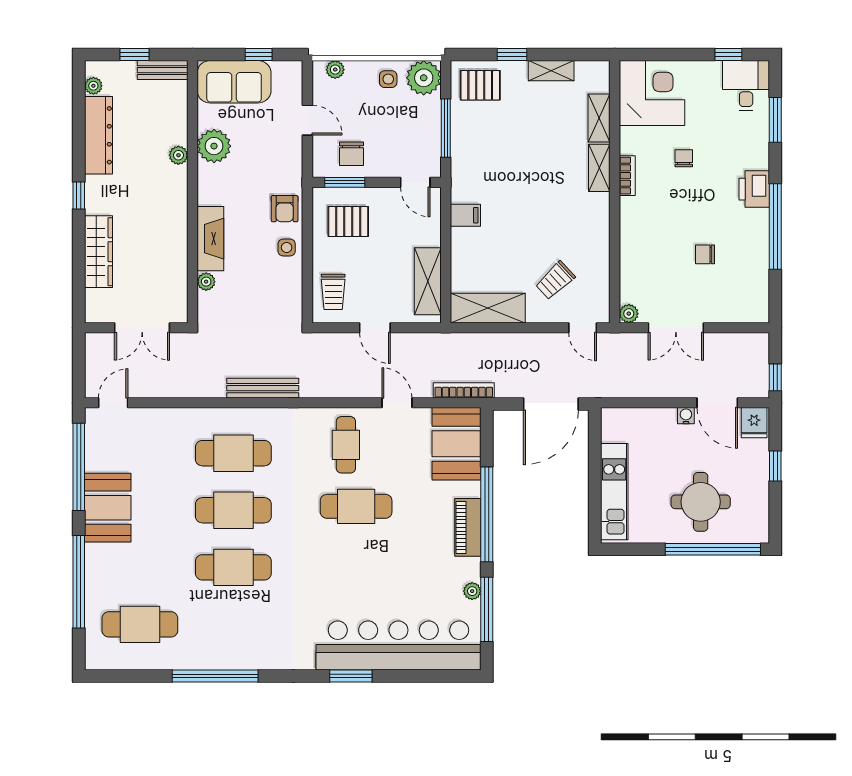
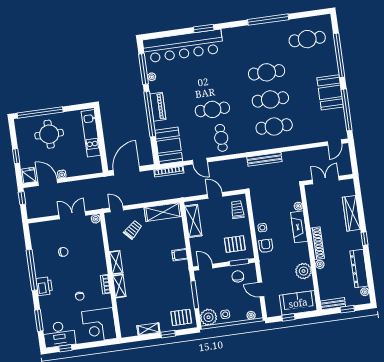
desk: (746, 86) -> (59, 334), width x1.37
shelving: (599, 118) -> (116, 262), moved
shoe rack: (178, 200) -> (317, 243), added

